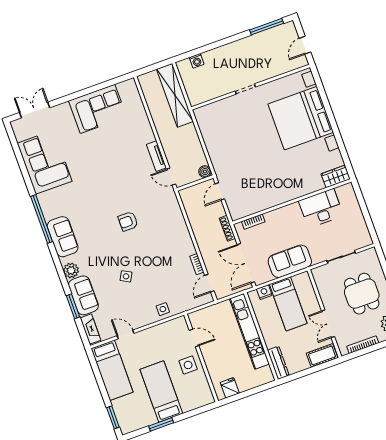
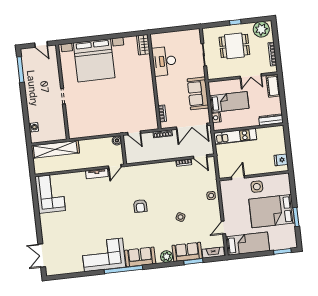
corner sofa: (98, 109) -> (50, 194), moved
corner sofa: (45, 162) -> (103, 255), moved
kitchen unit: (249, 331) -> (235, 136), width x0.73
bed: (161, 392) -> (272, 211), width x1.50

